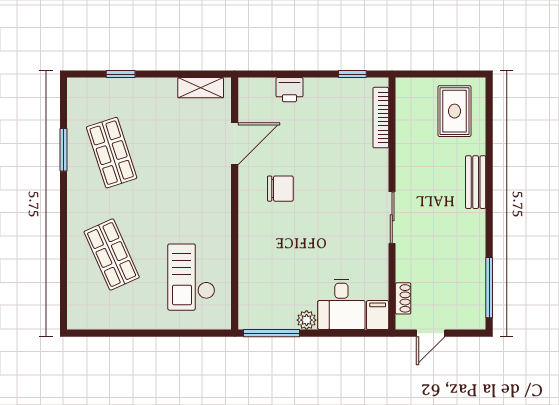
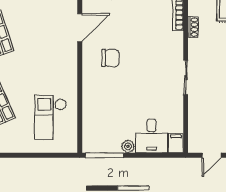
shoe rack: (403, 298) -> (193, 27), moved

